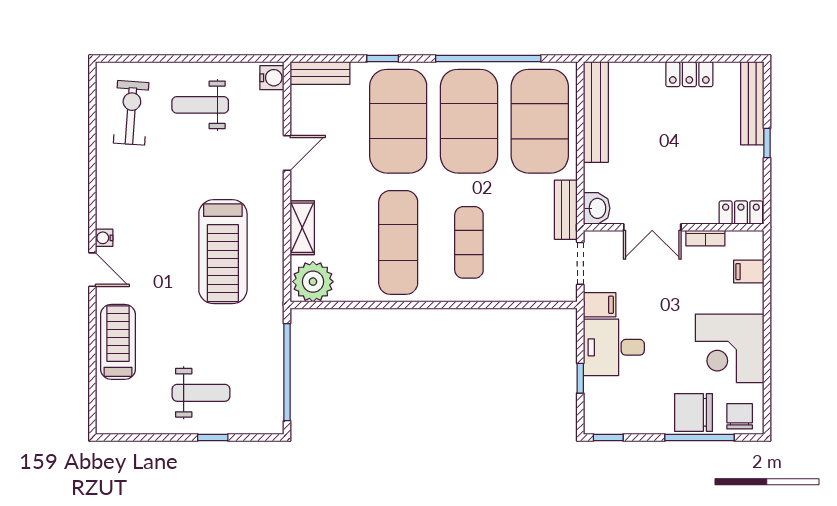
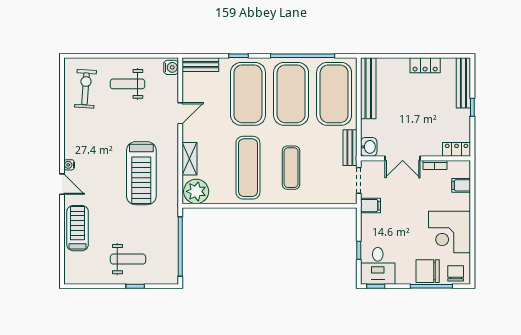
desk: (614, 347) -> (378, 266), moved, turned -90

